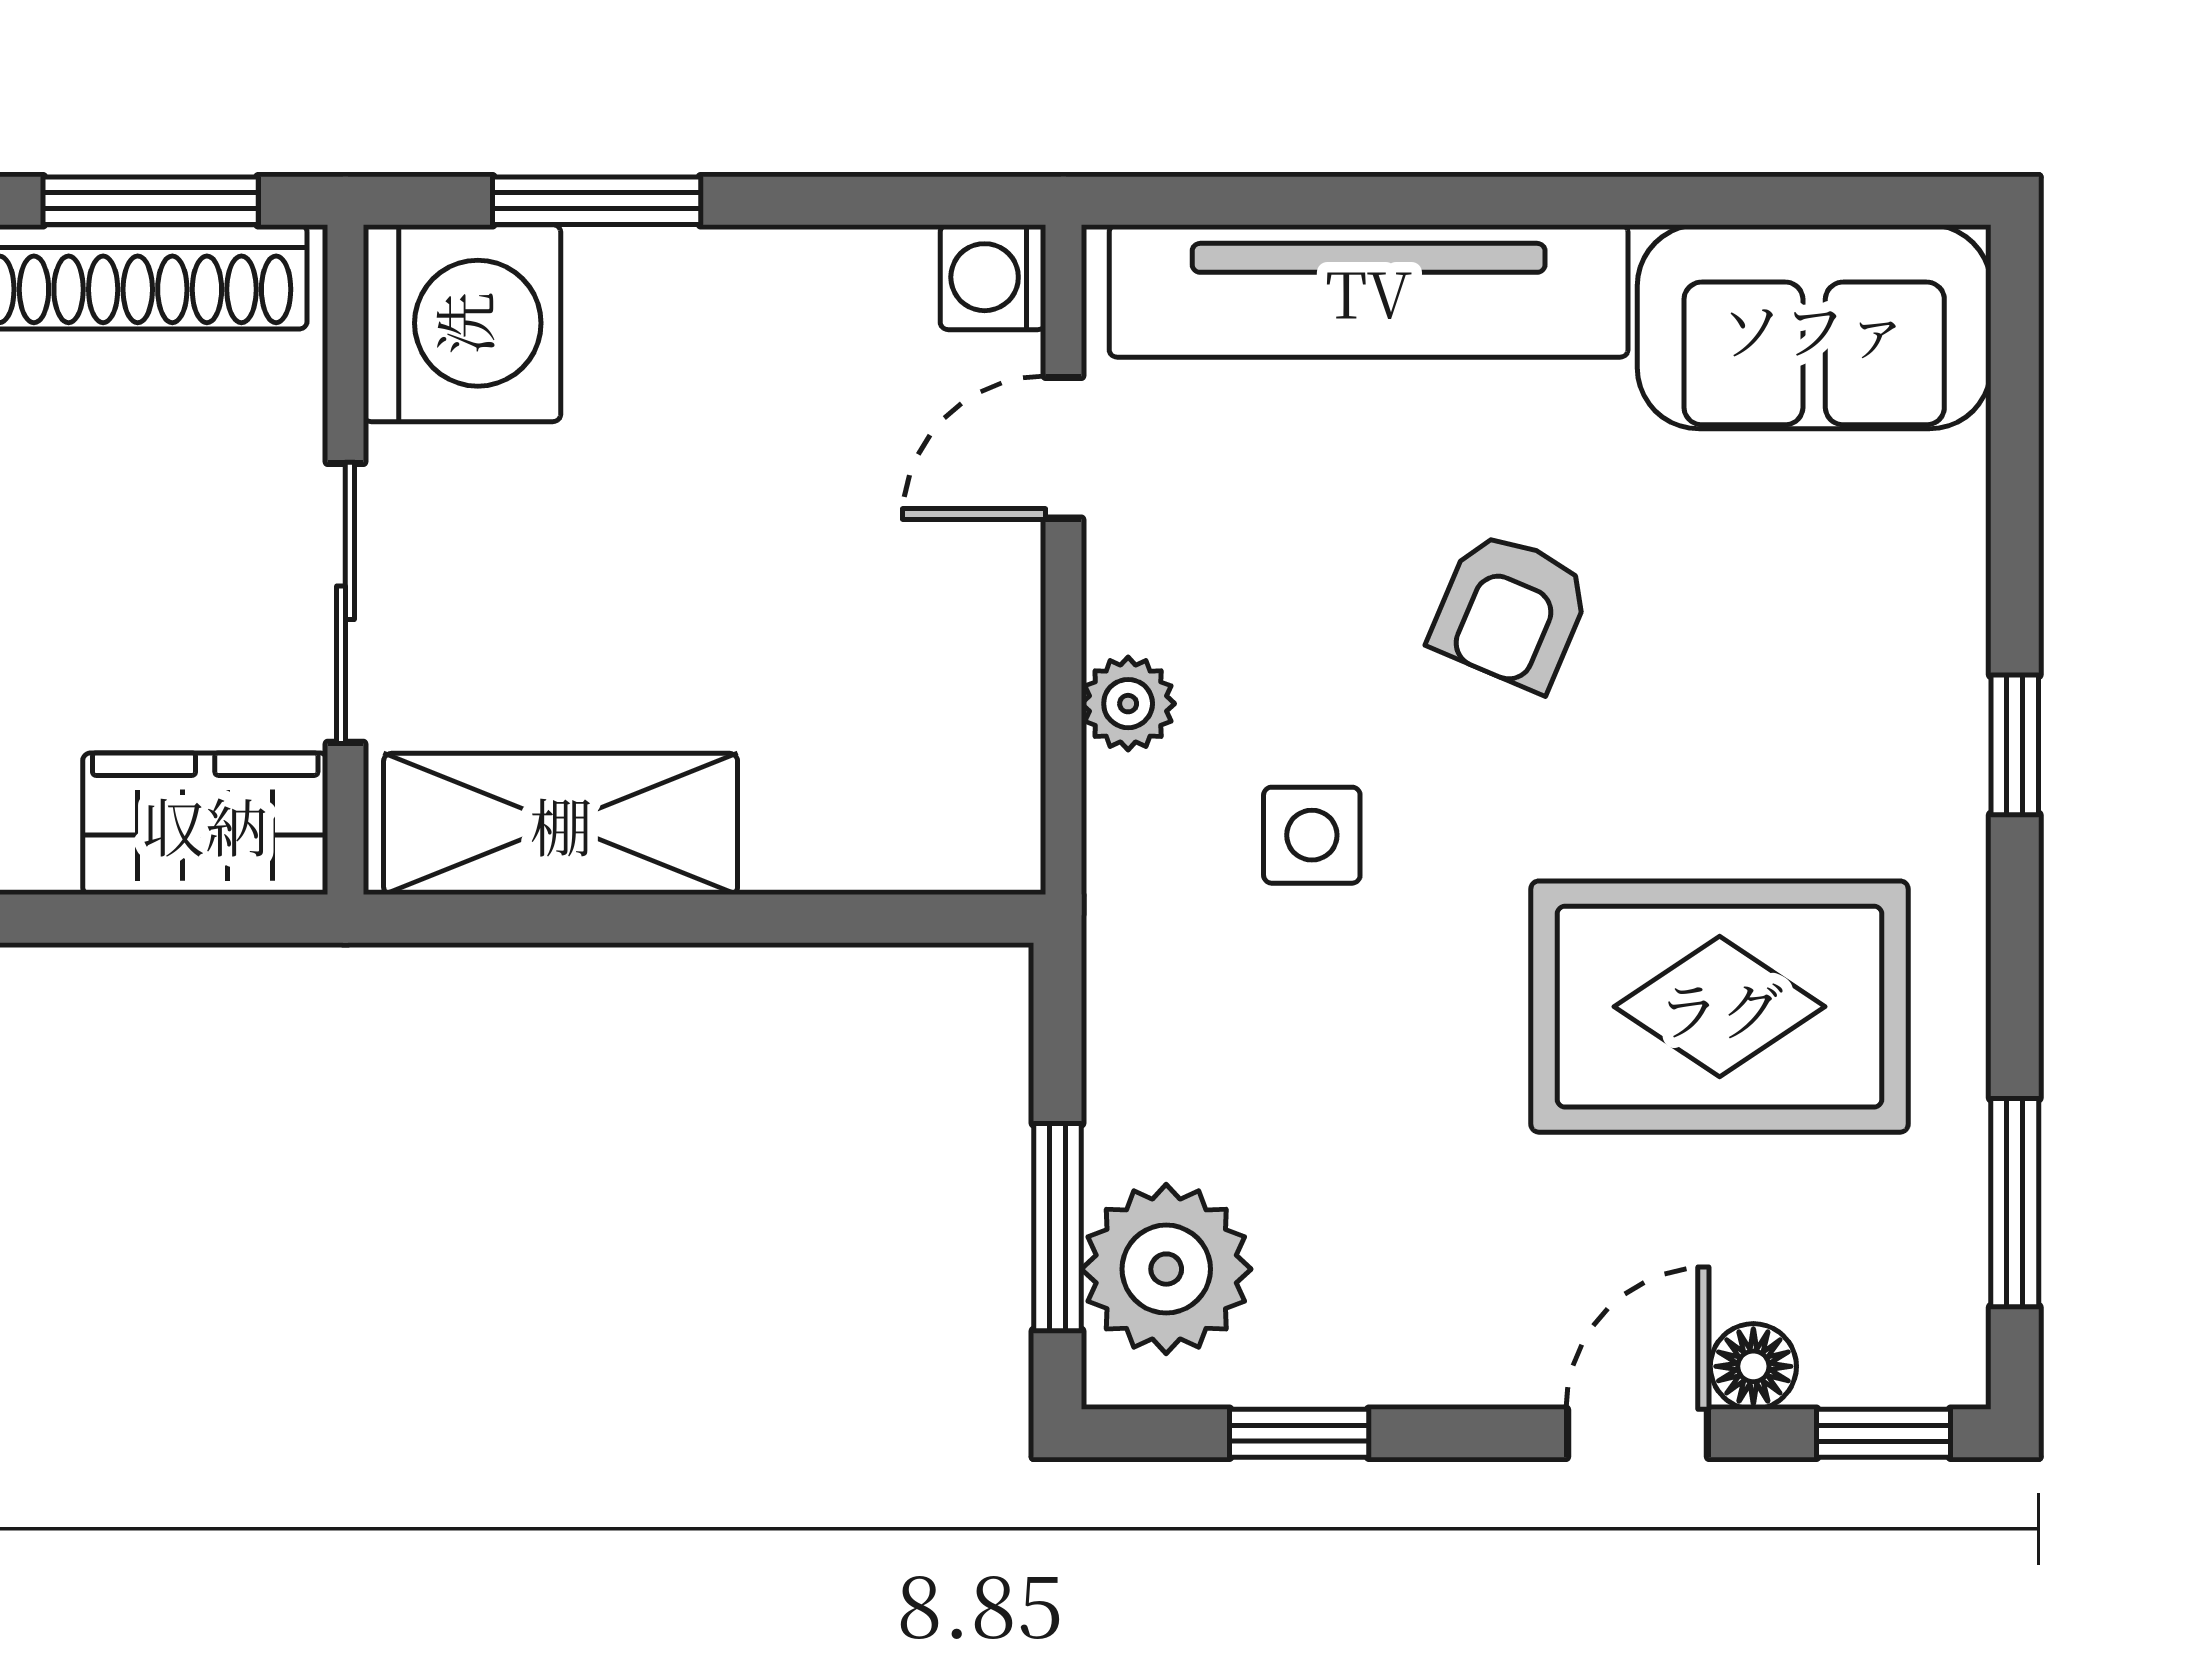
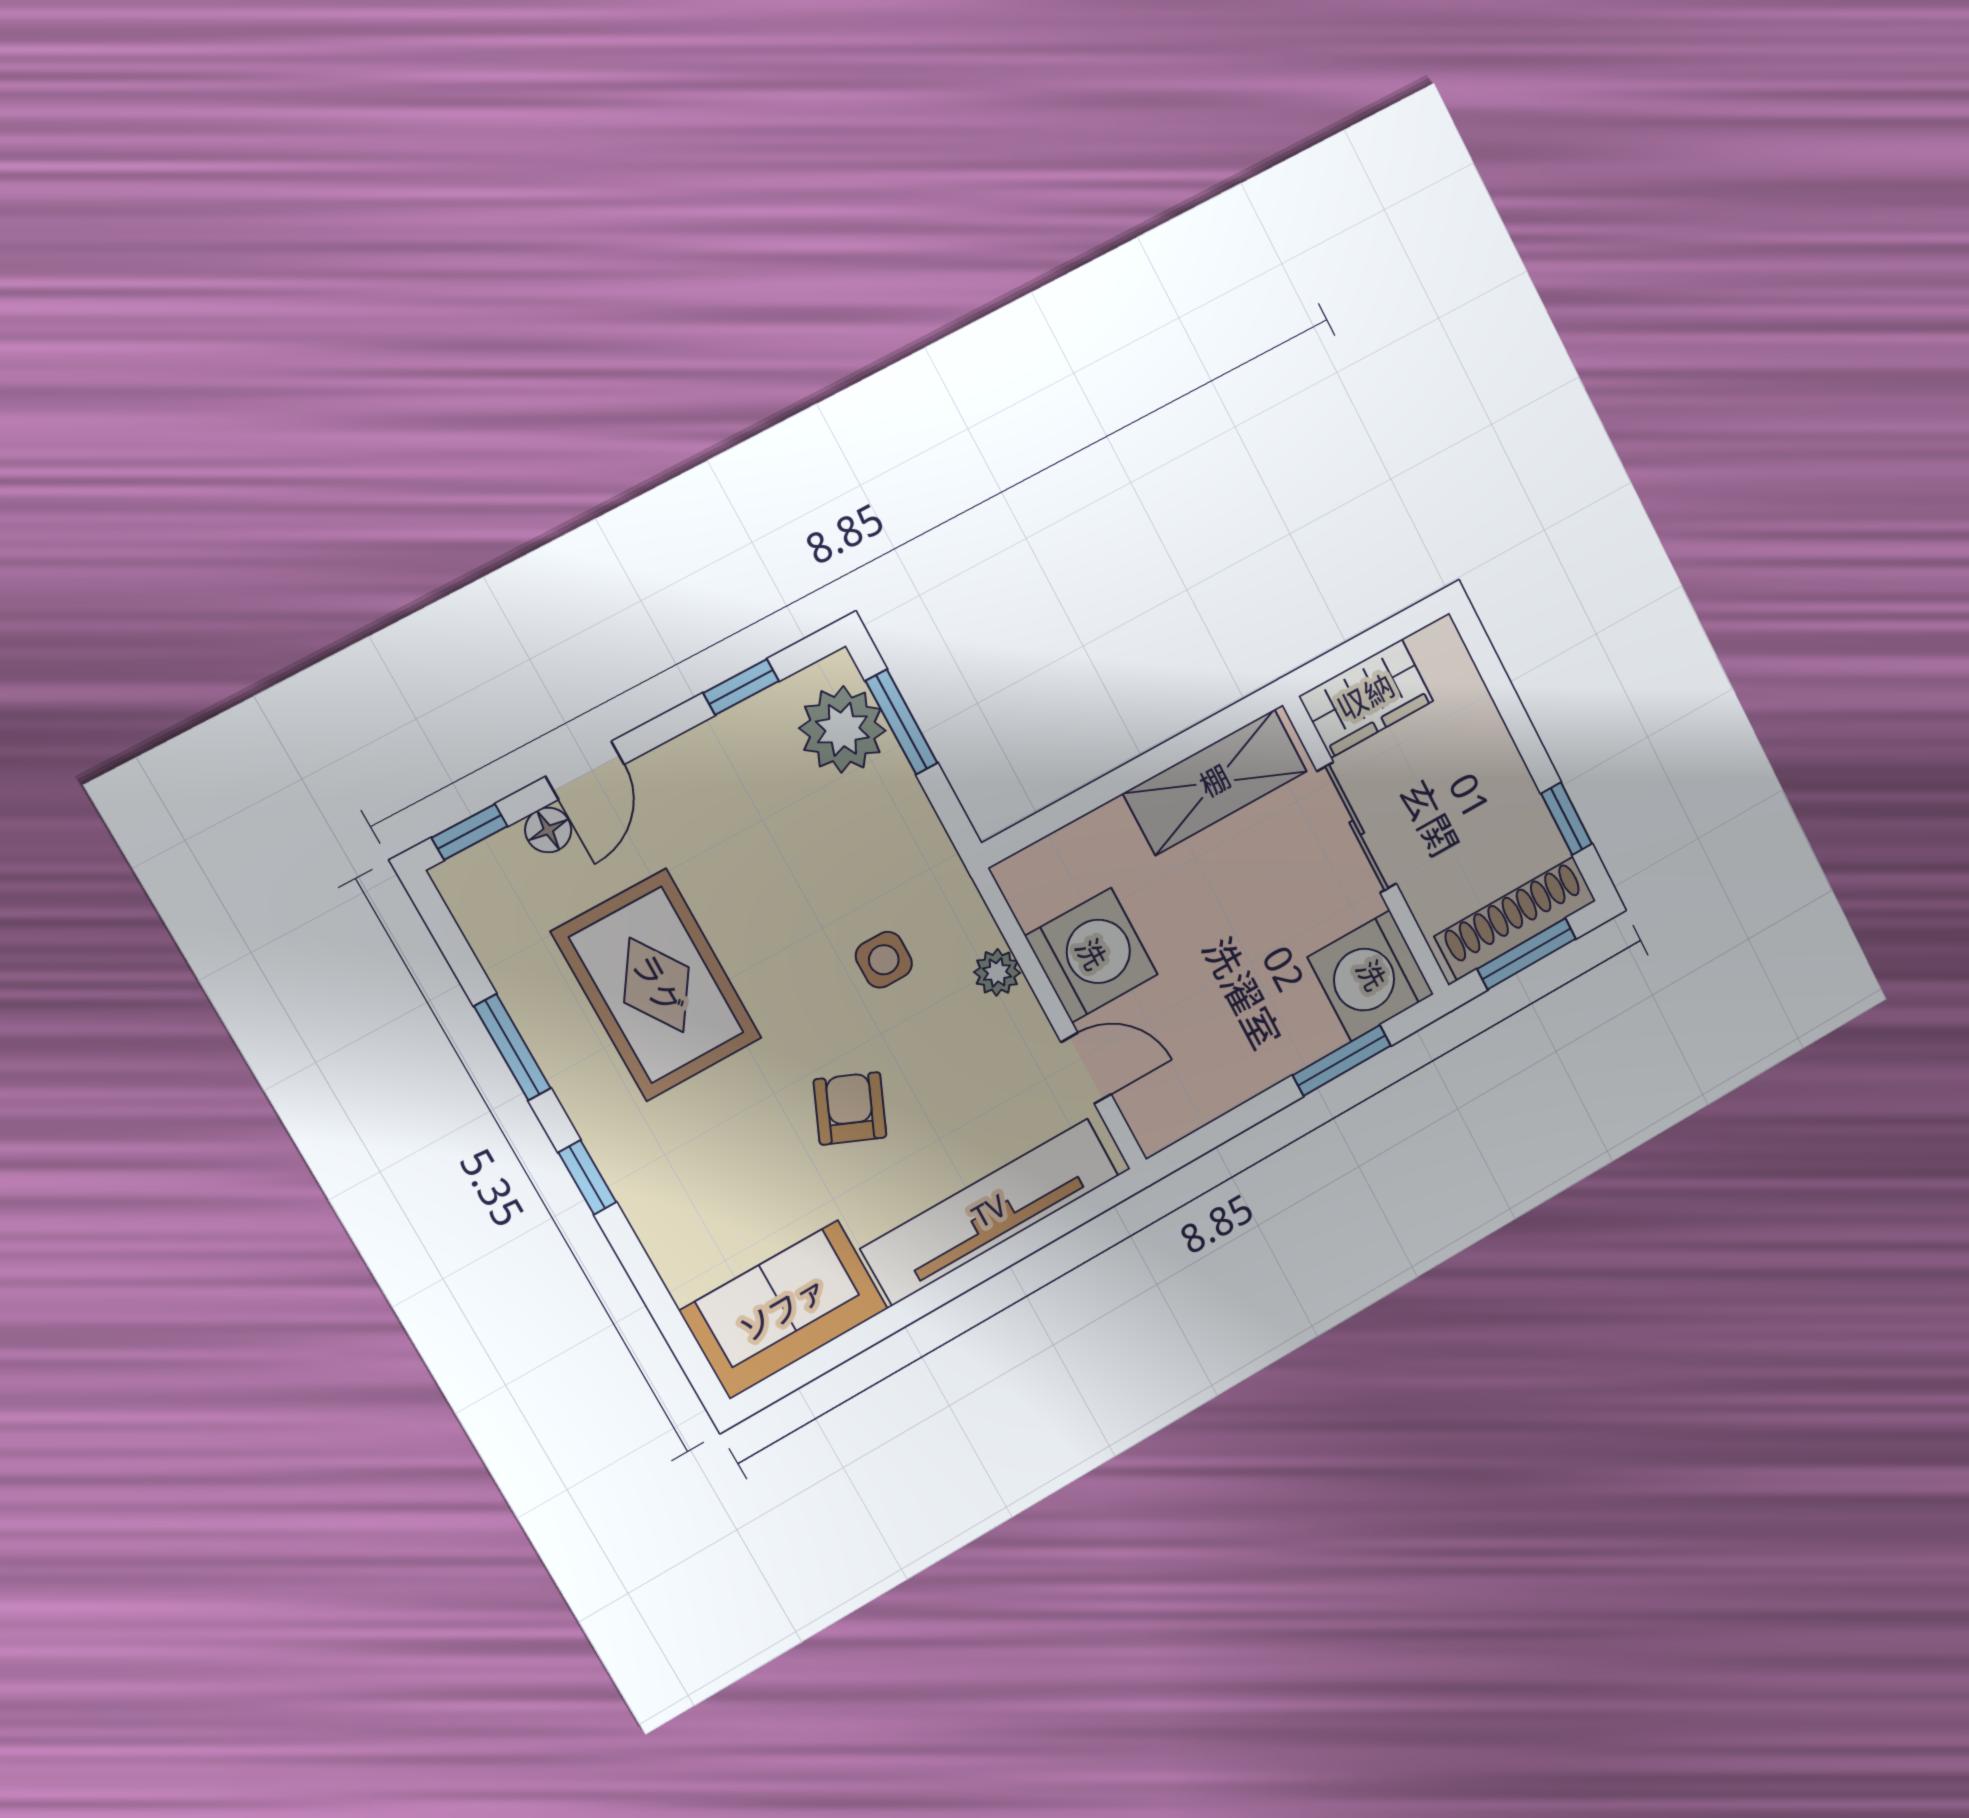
washing machine: (993, 277) -> (1091, 955), moved, width x1.89, depth x1.89
door: (1063, 448) -> (1086, 1068), hinge flipped
rug: (1720, 1007) -> (656, 985), turned 90
window: (2015, 1203) -> (512, 1047), moved

